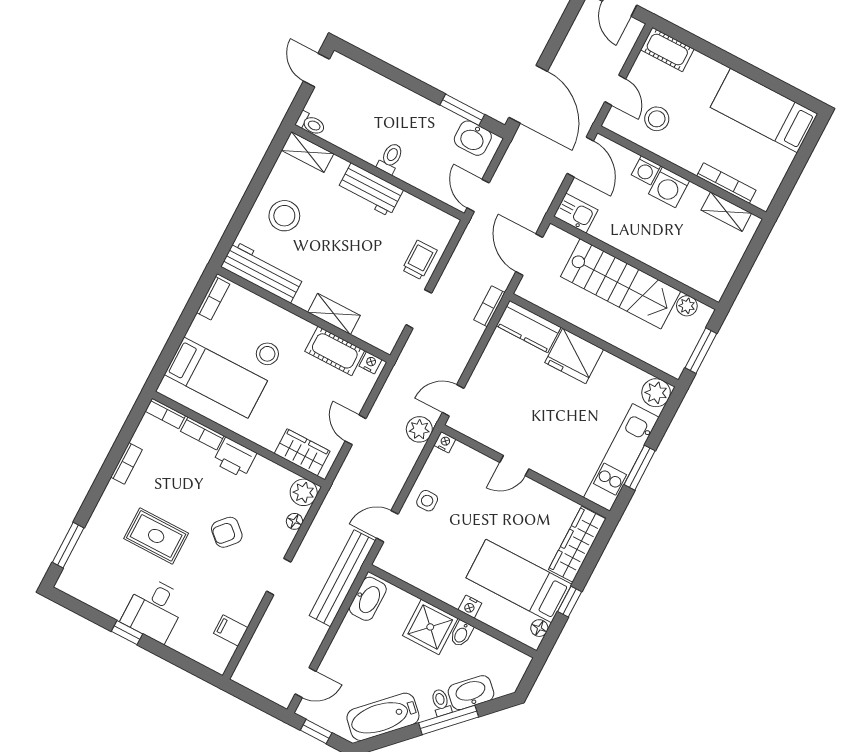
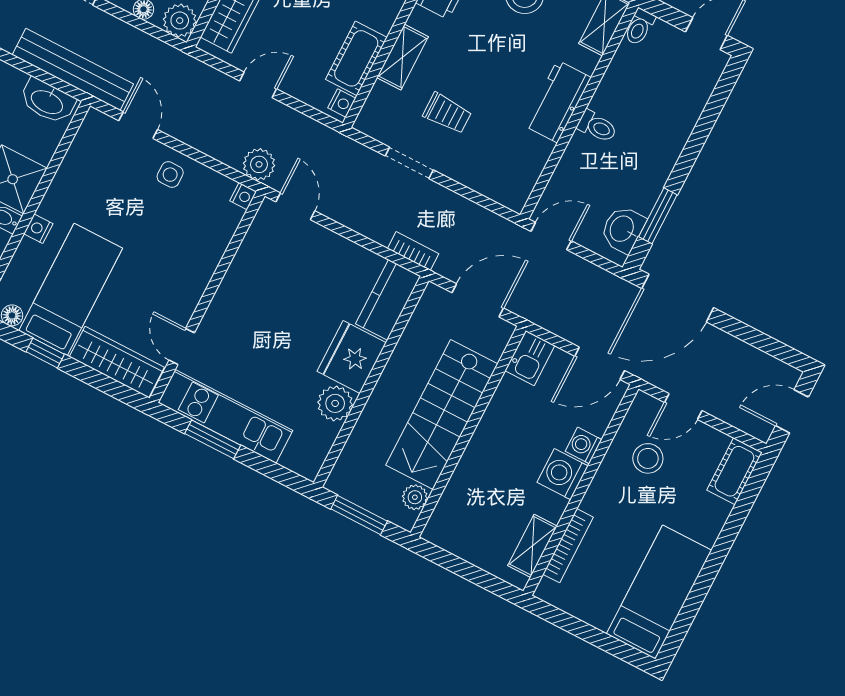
trolley: (419, 260) -> (447, 113), moved
plant: (656, 393) -> (335, 403), moved
door: (514, 466) -> (182, 347), moved

